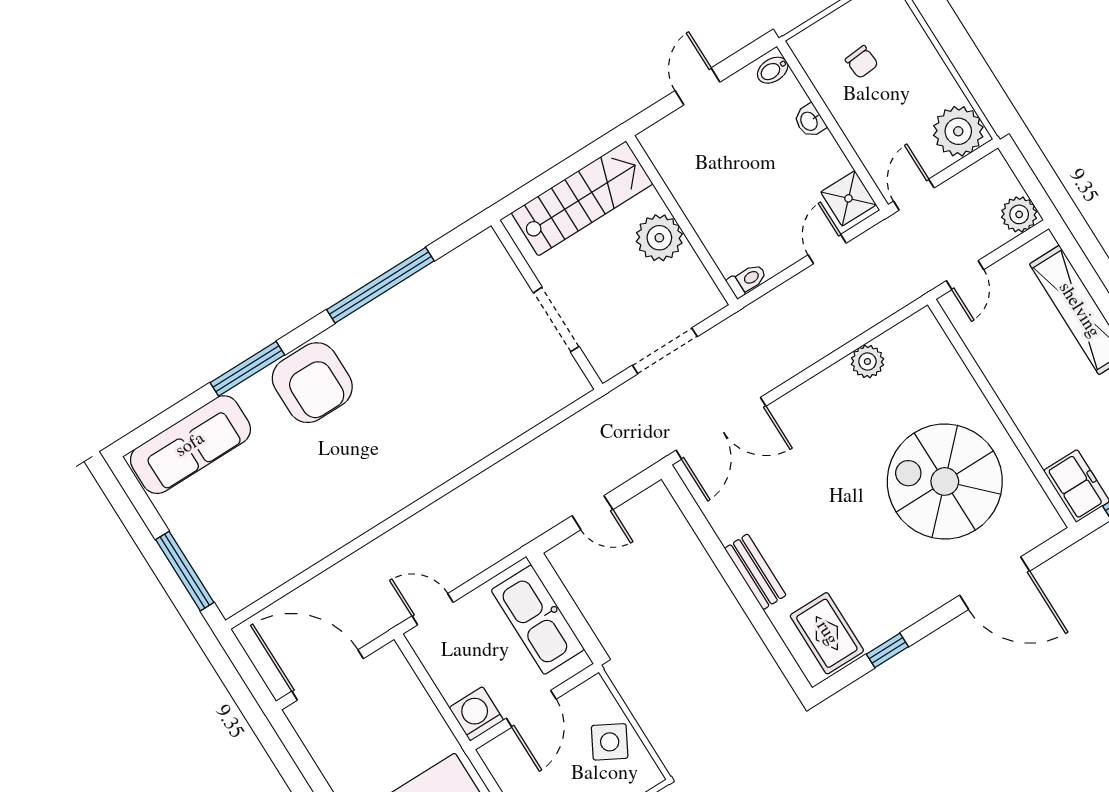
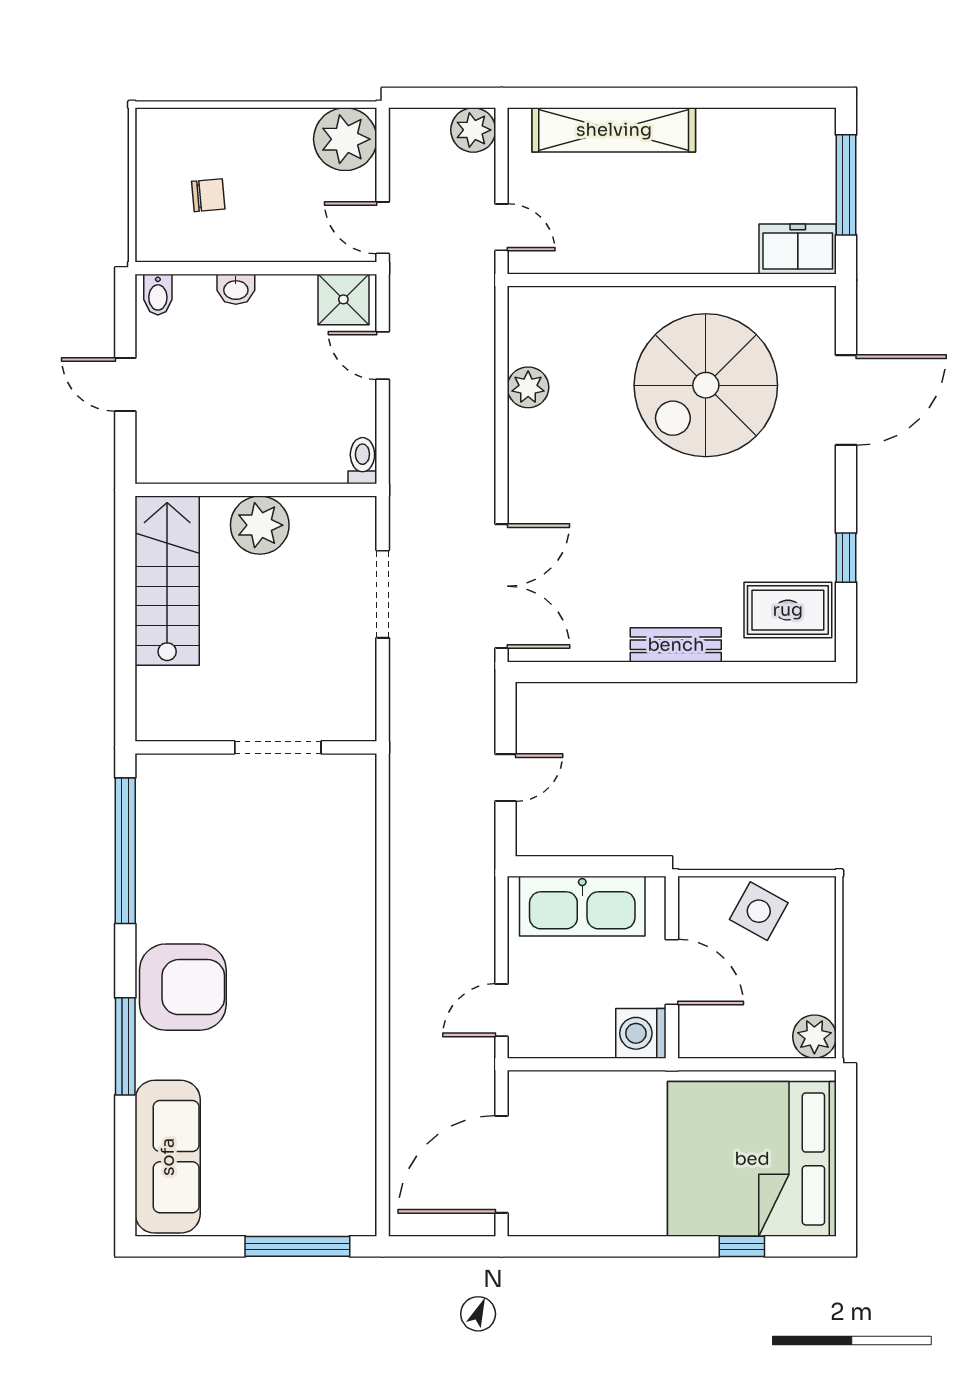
wall: (547, 305) -> (256, 747), moved
doorway: (556, 320) -> (278, 747), moved

